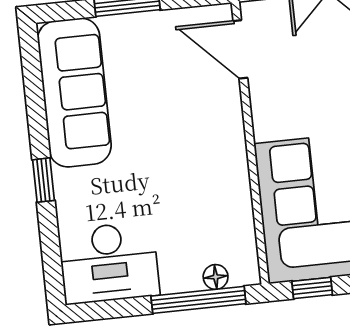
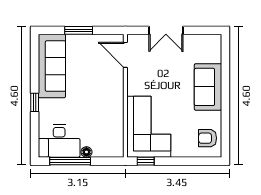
floor lamp: (216, 277) -> (86, 152), moved
window: (198, 300) -> (70, 161), moved

